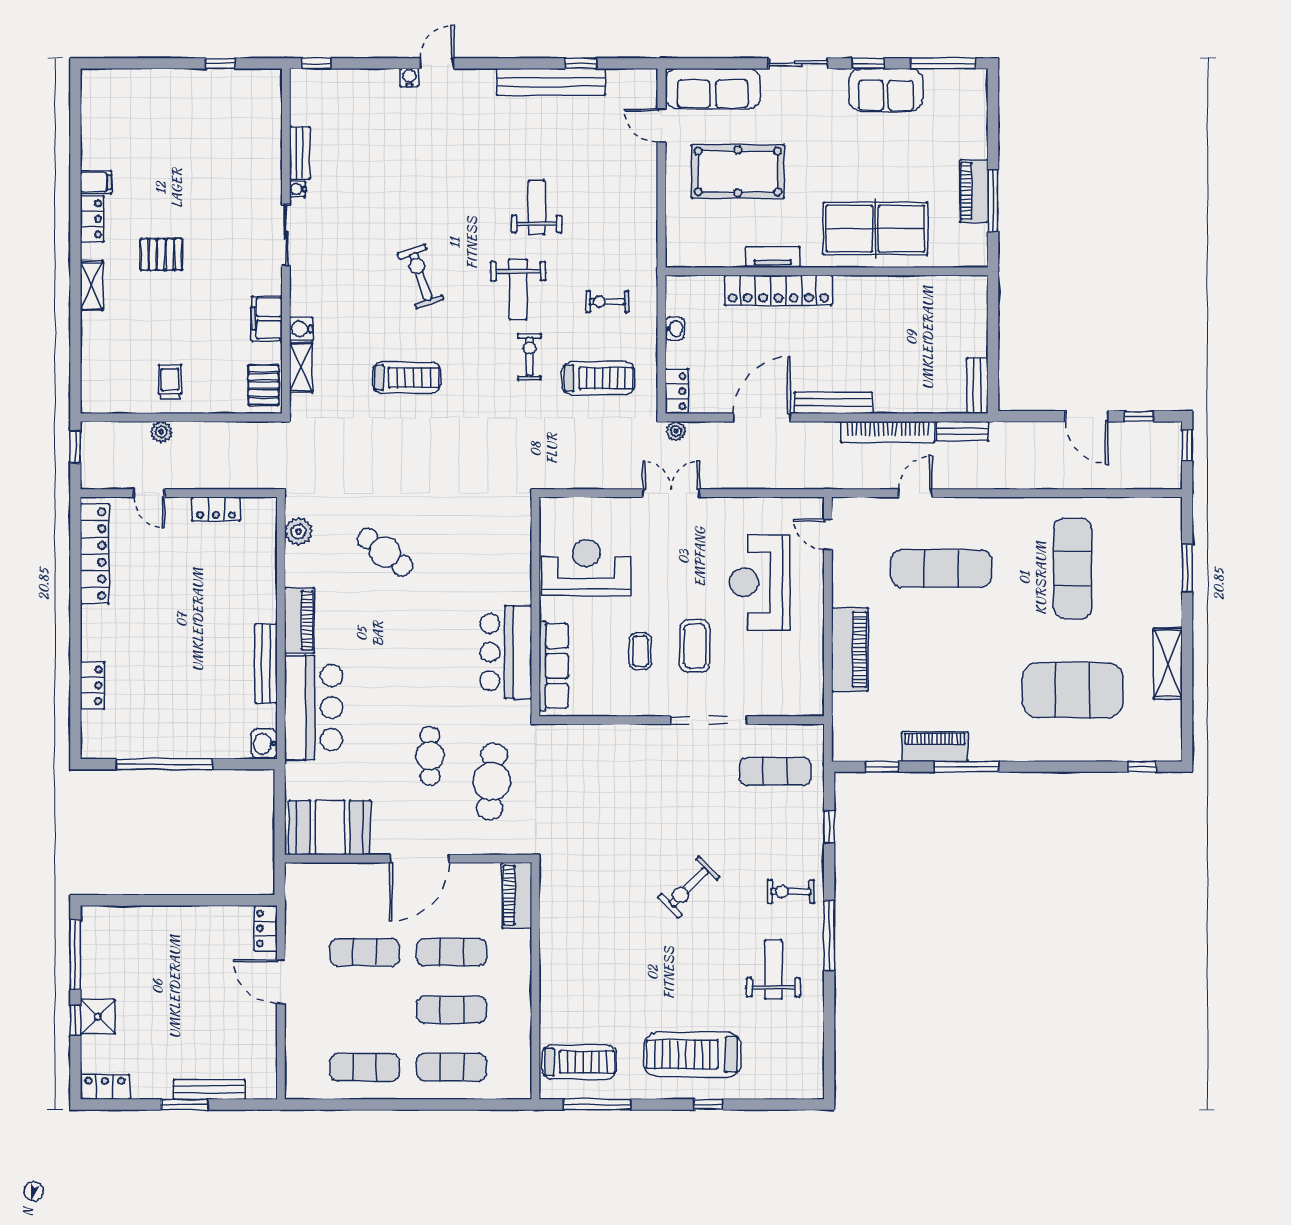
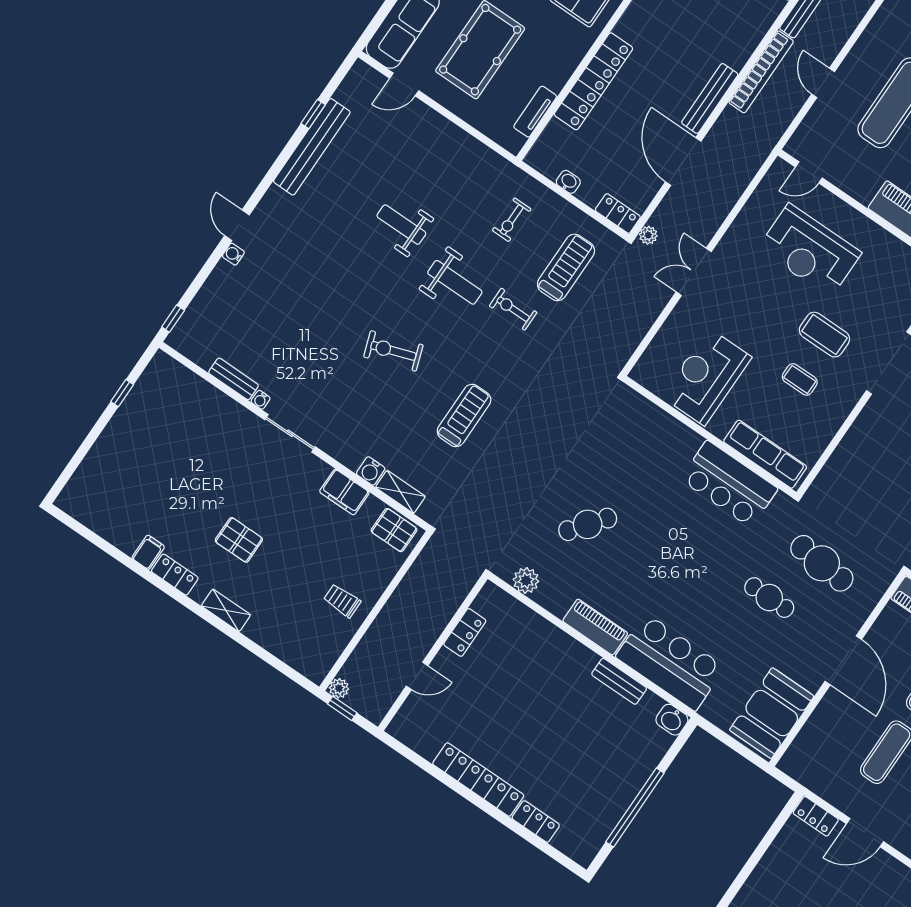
pallet: (161, 254) -> (239, 540), turned 90
tv unit: (773, 257) -> (535, 112), moved
plant: (161, 432) -> (339, 688), moved
locker: (95, 554) -> (478, 780), moved
bench: (266, 664) -> (619, 681), width x0.73

